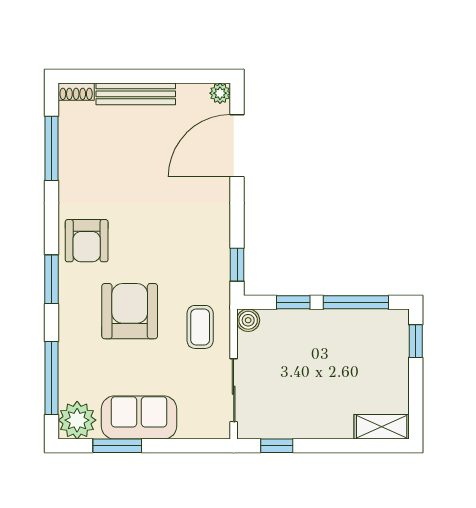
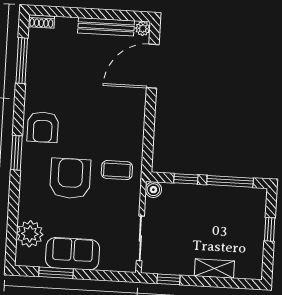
bench: (136, 94) -> (106, 27), moved
window: (237, 265) -> (148, 150), removed
coffee table: (200, 327) -> (117, 170), moved, turned 90
window: (416, 341) -> (270, 229), moved
window: (51, 378) -> (12, 222), removed
plant: (77, 420) -> (30, 234), moved
shelving: (382, 427) -> (214, 269), moved

